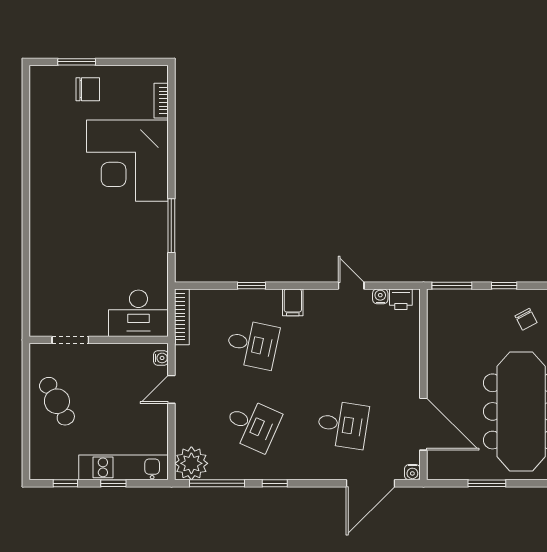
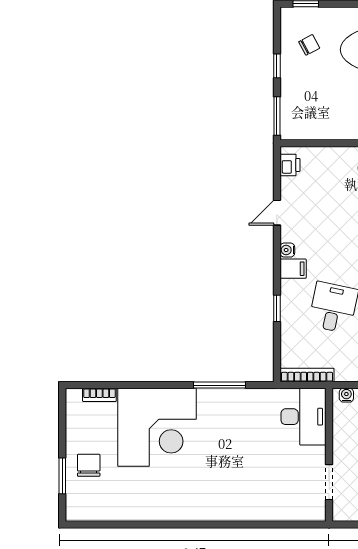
water cooler: (380, 296) -> (287, 250), moved

